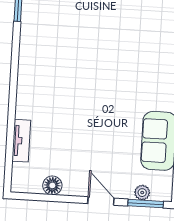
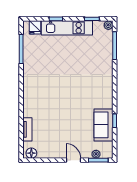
floor lamp: (52, 185) -> (31, 153), moved

